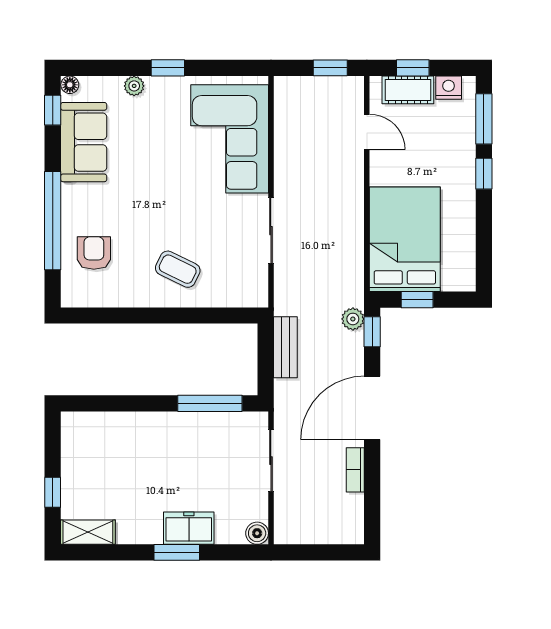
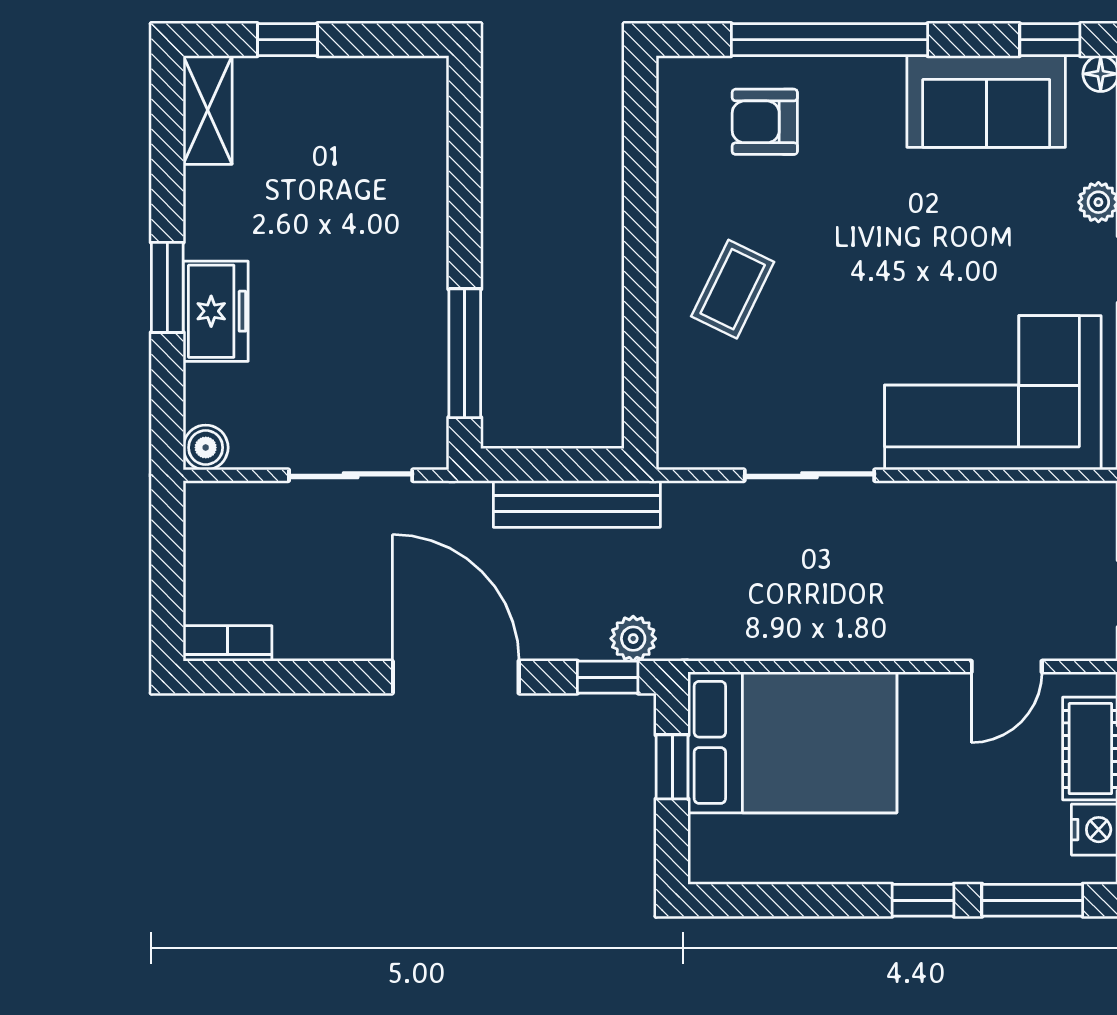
armchair: (94, 253) -> (765, 122), turned 180
bench: (285, 347) -> (577, 504), width x1.36
bookcase: (355, 470) -> (228, 643), moved

